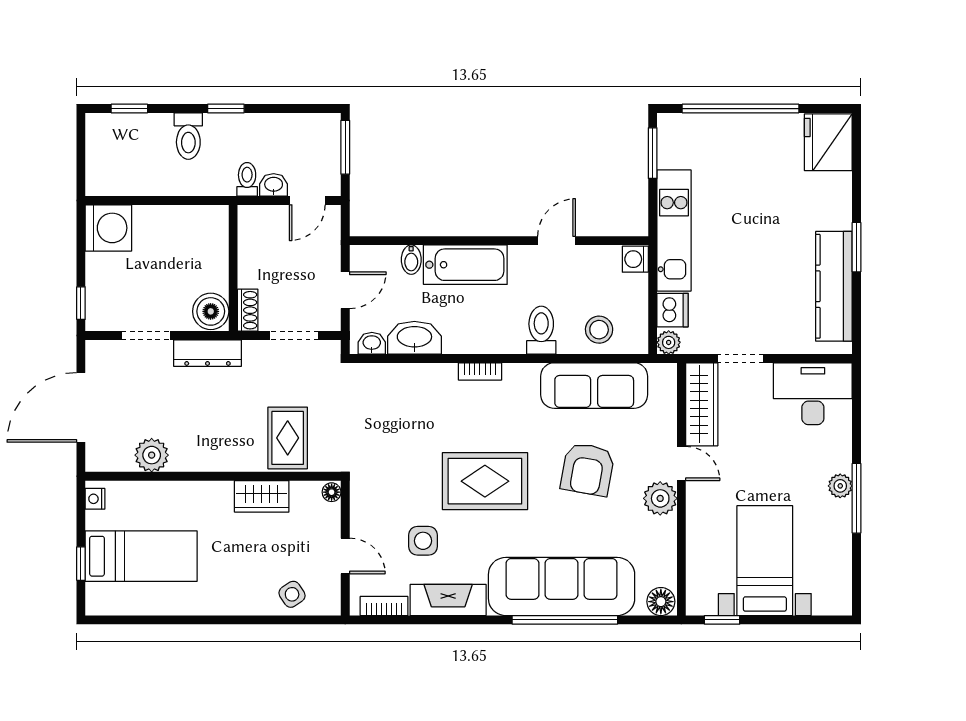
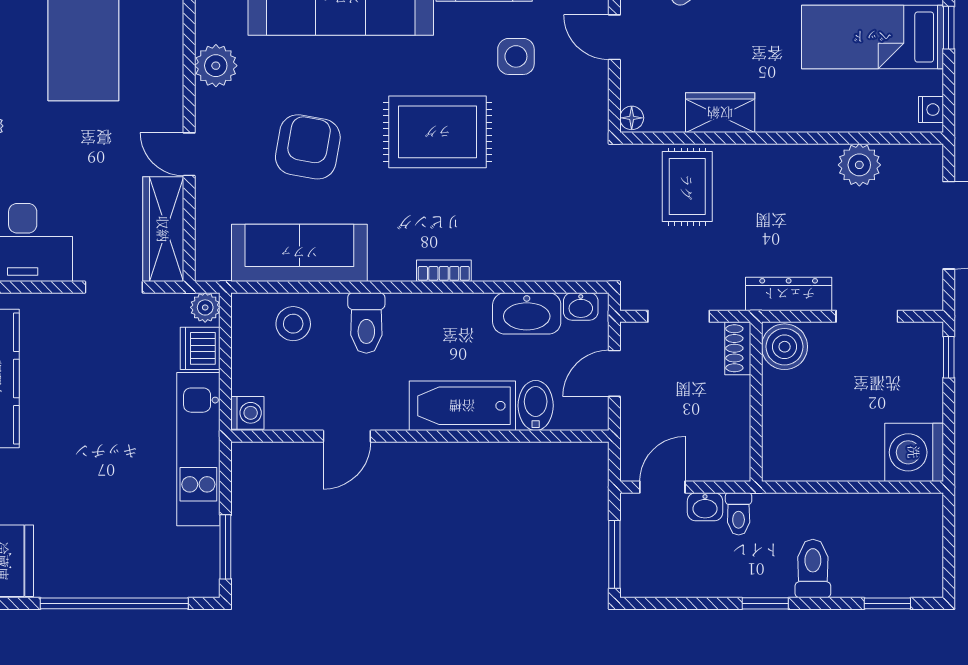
bidet: (411, 260) -> (536, 406), width x1.38, depth x1.36
plant: (660, 498) -> (216, 66), moved

